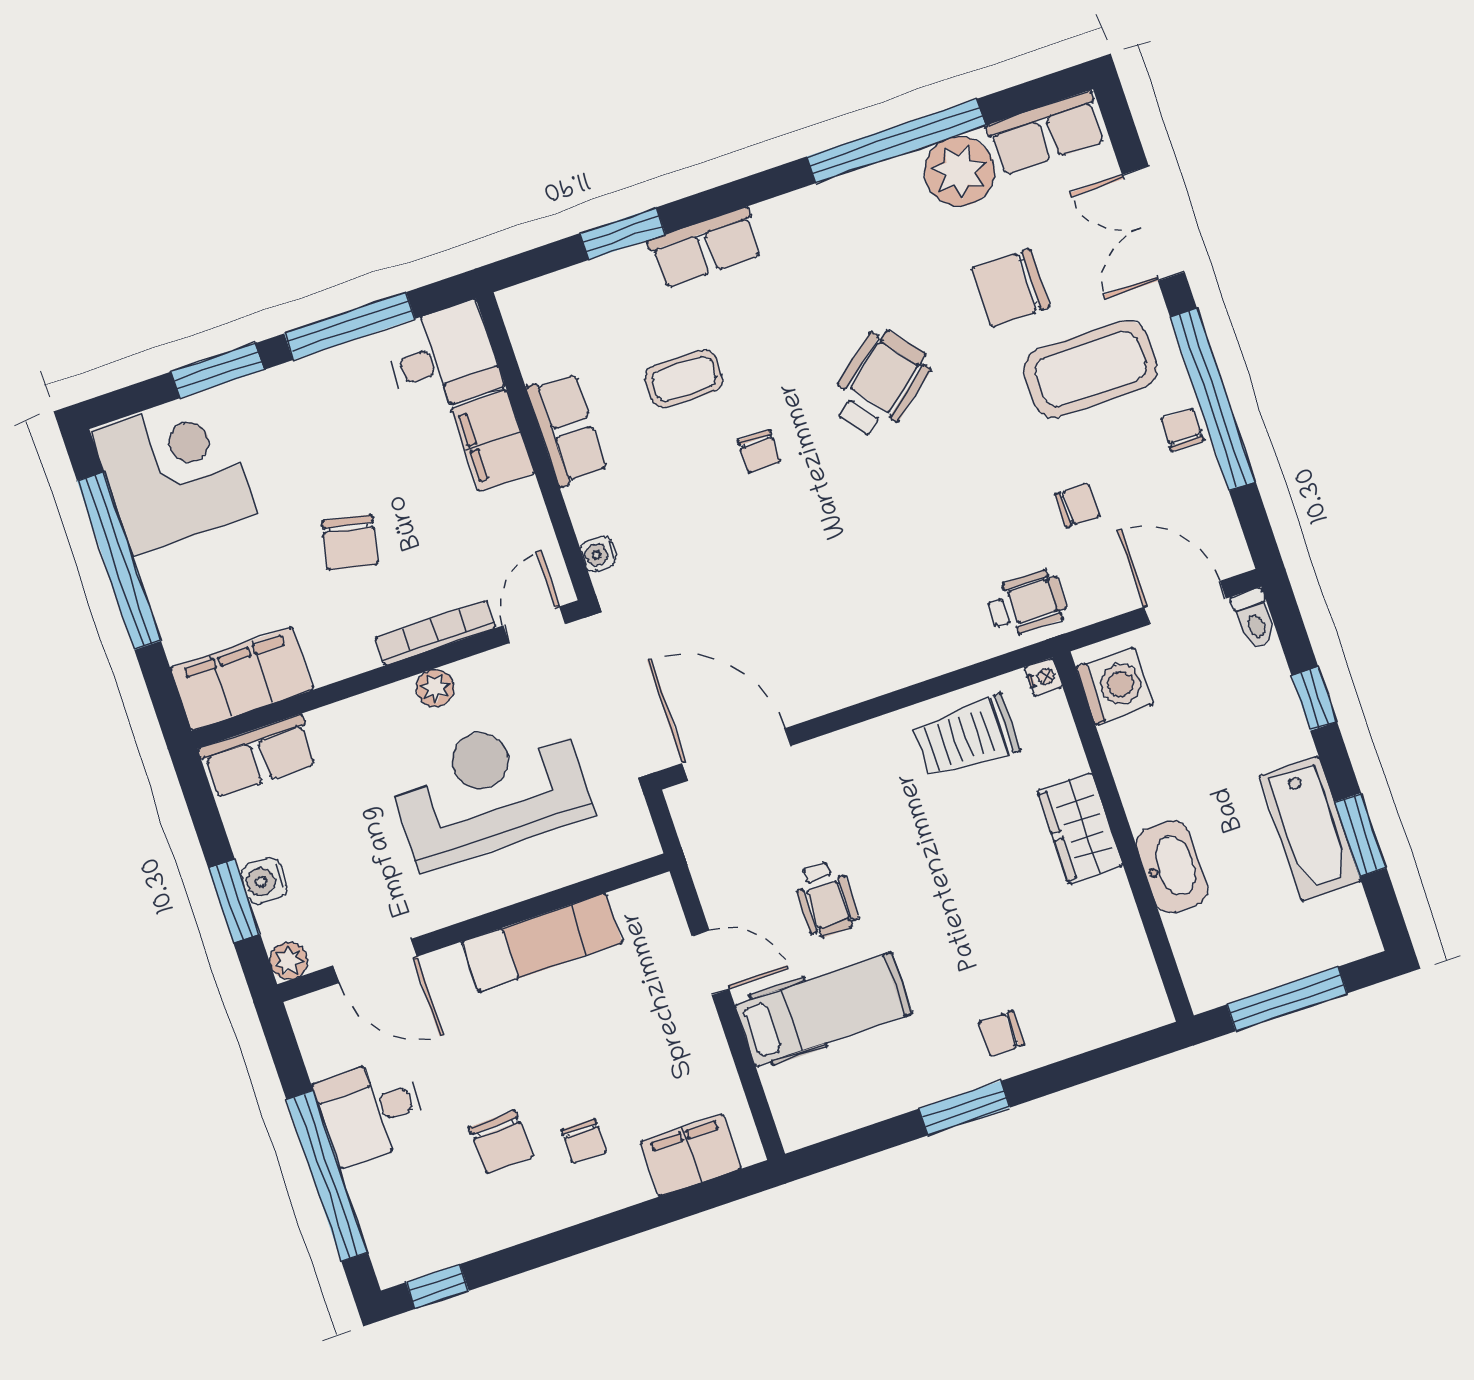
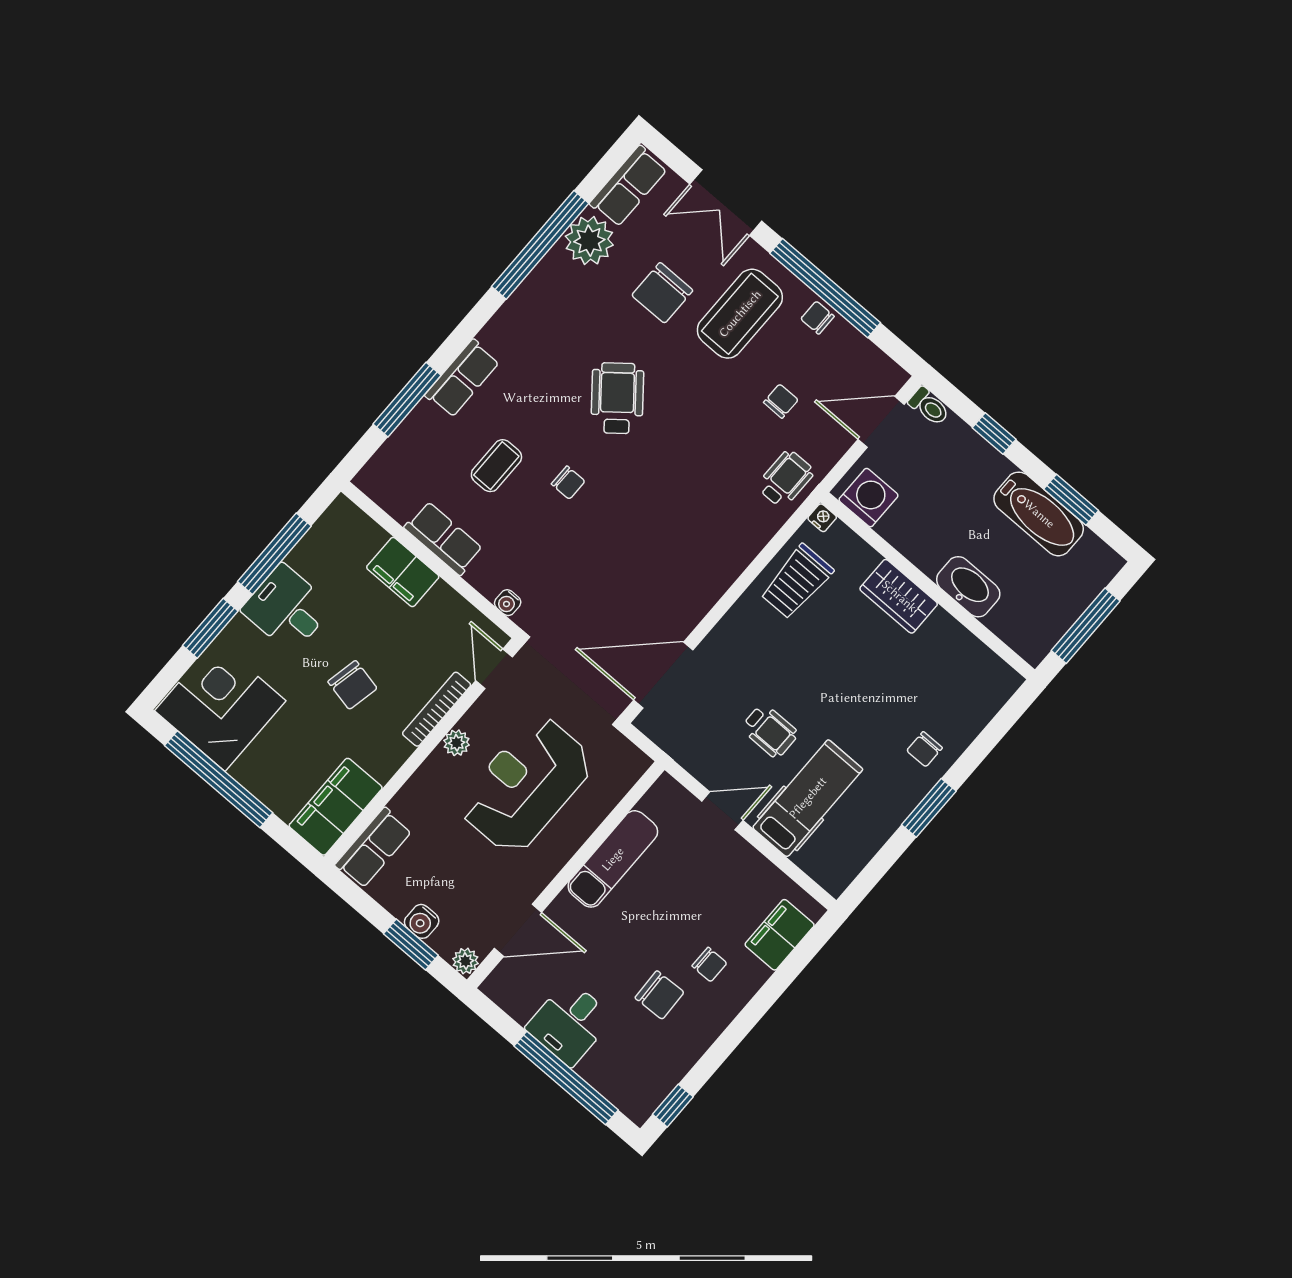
window: (622, 234) -> (407, 400), width x1.44
desk: (443, 358) -> (287, 609), moved, turned -90

